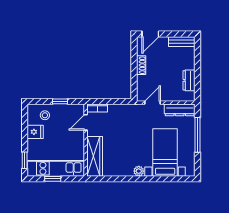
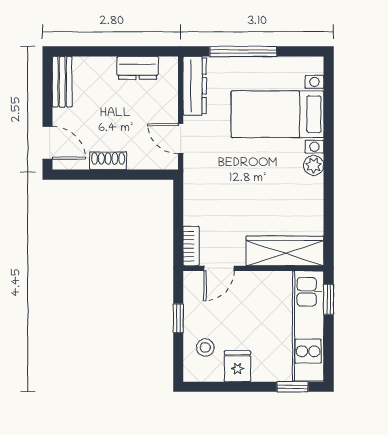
door: (86, 122) -> (219, 268), hinge flipped
window: (53, 179) -> (329, 299), moved

